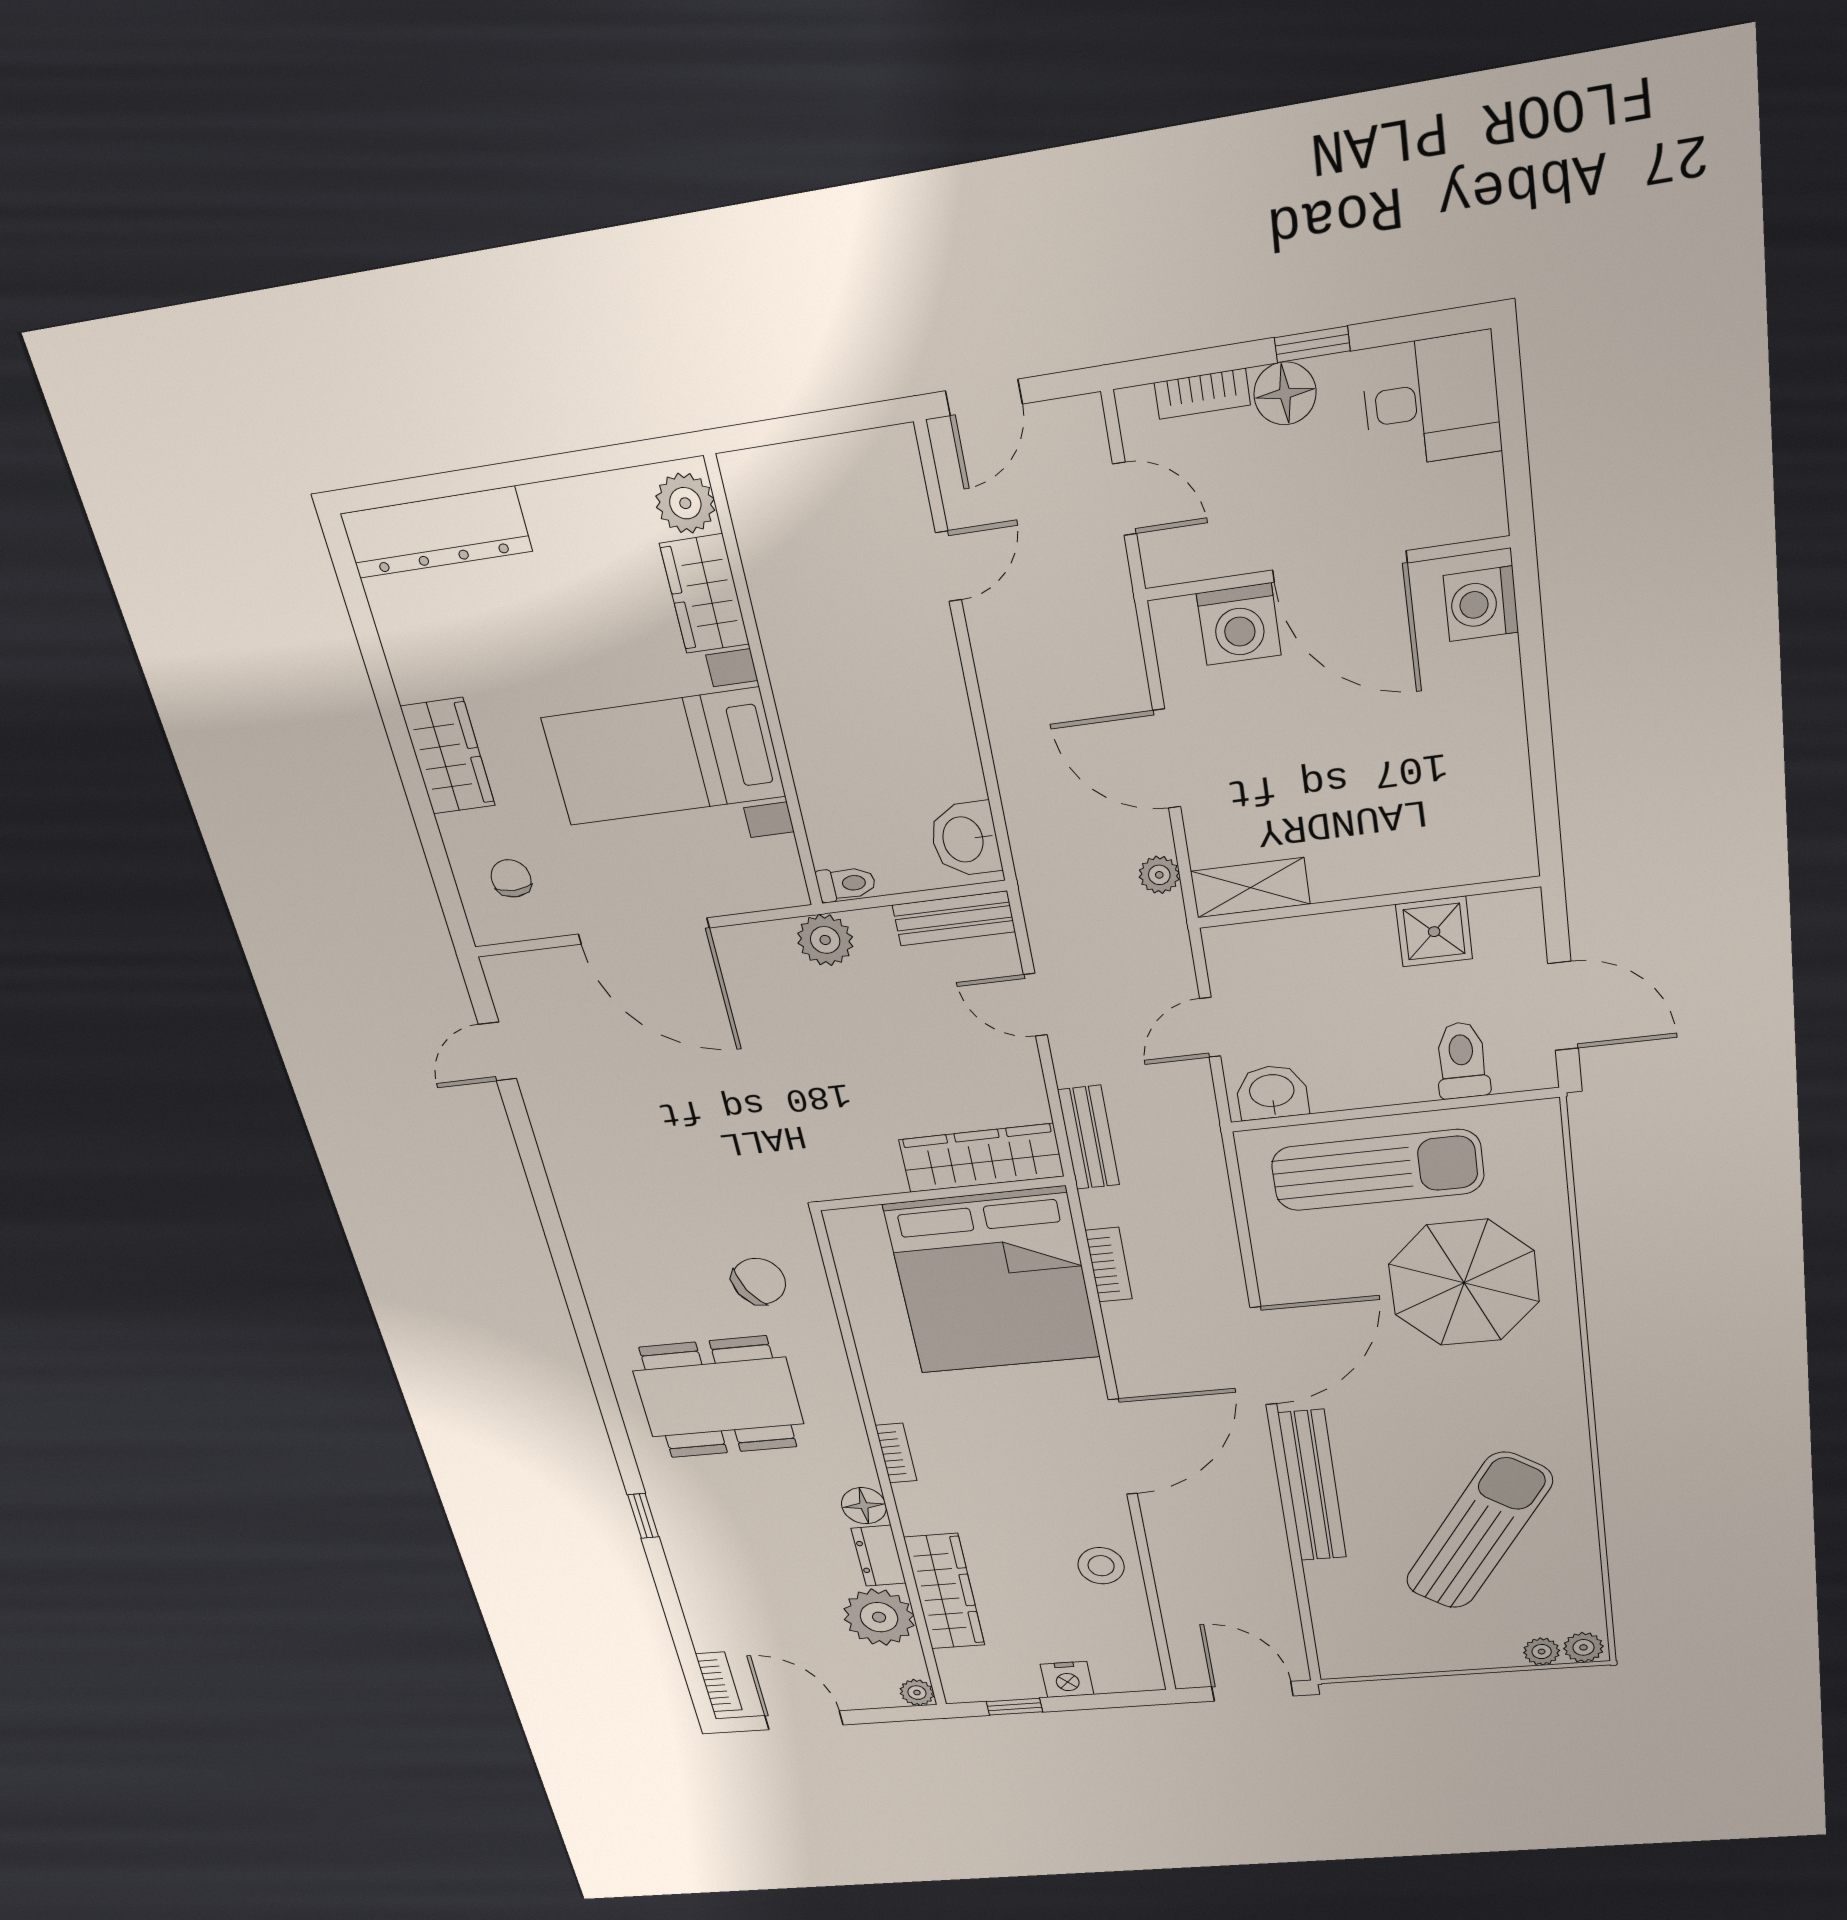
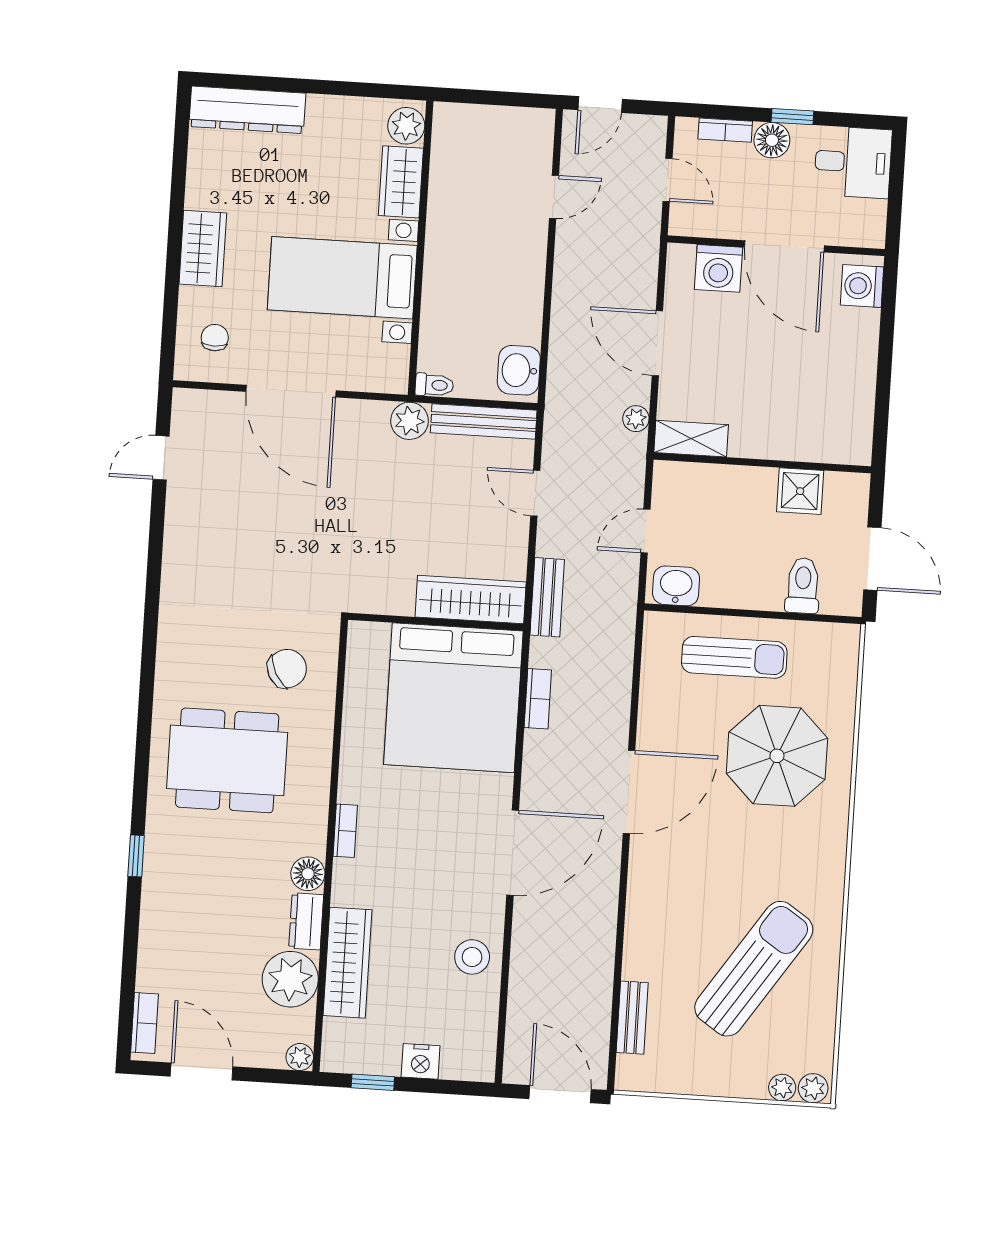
bench: (954, 918) -> (484, 422), width x1.36
sun lounger: (1377, 1170) -> (734, 657), width x0.73, depth x0.75
bench: (1312, 1486) -> (632, 1018), moved, width x0.54, depth x0.82

